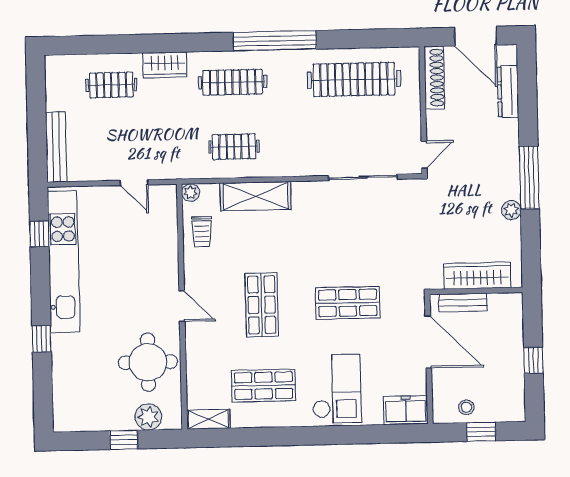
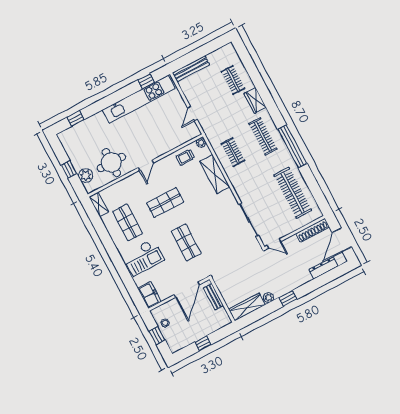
window: (529, 178) -> (288, 298), width x0.46
wardrobe: (477, 276) -> (247, 307), moved, turned -90
window: (42, 339) -> (76, 118), moved

